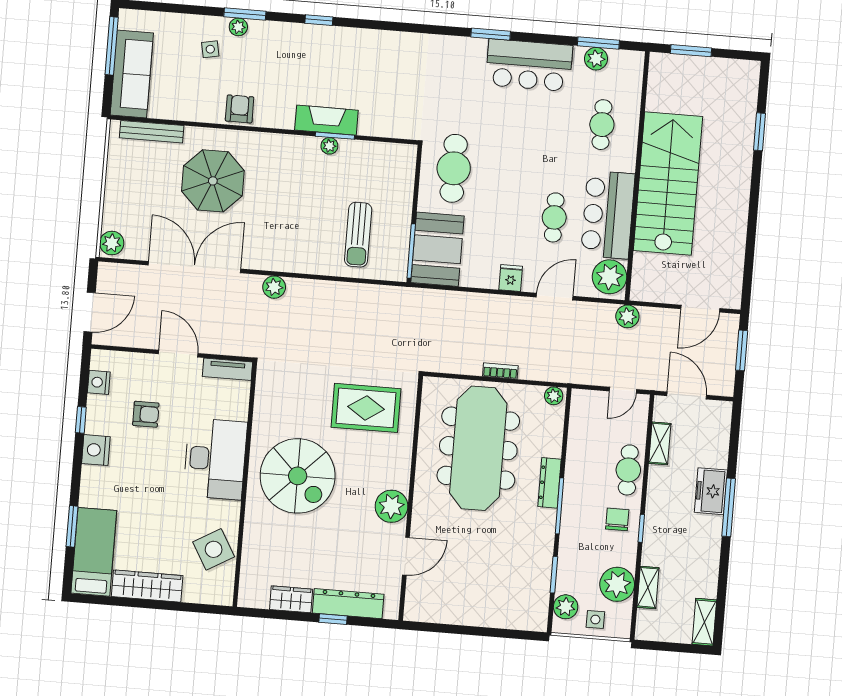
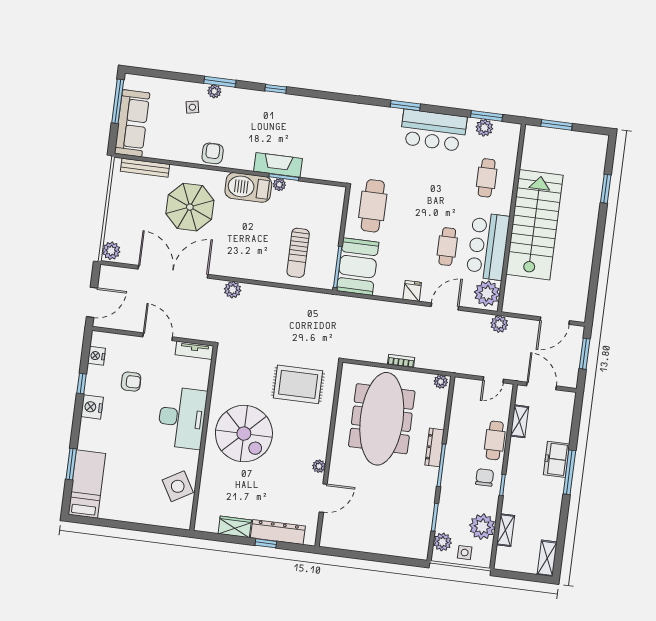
barbecue: (289, 151) -> (248, 187), added
plant: (392, 506) -> (319, 466), width x0.53, depth x0.53
wardrobe: (147, 586) -> (126, 512), removed

